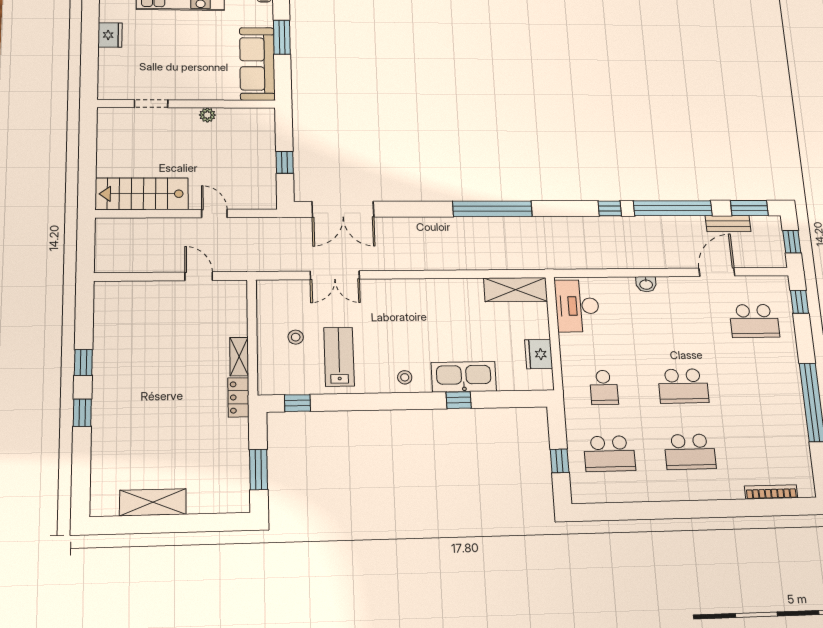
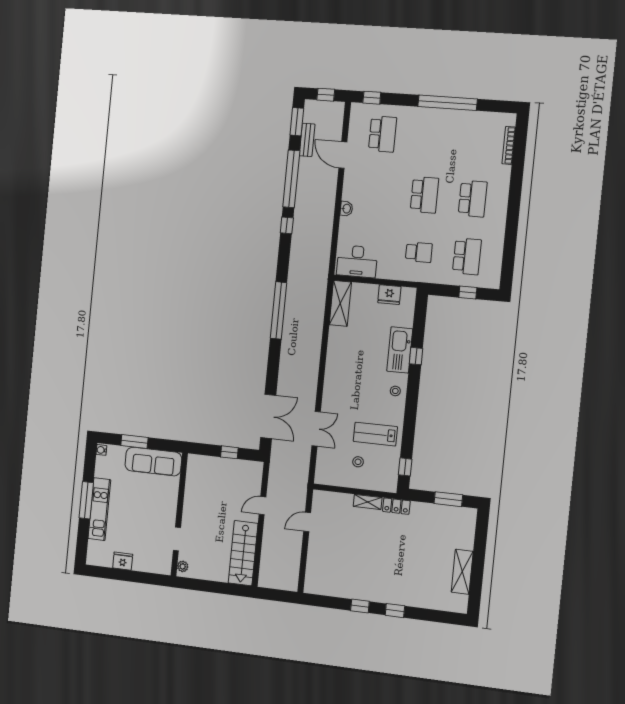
plant: (207, 115) -> (183, 566), moved

